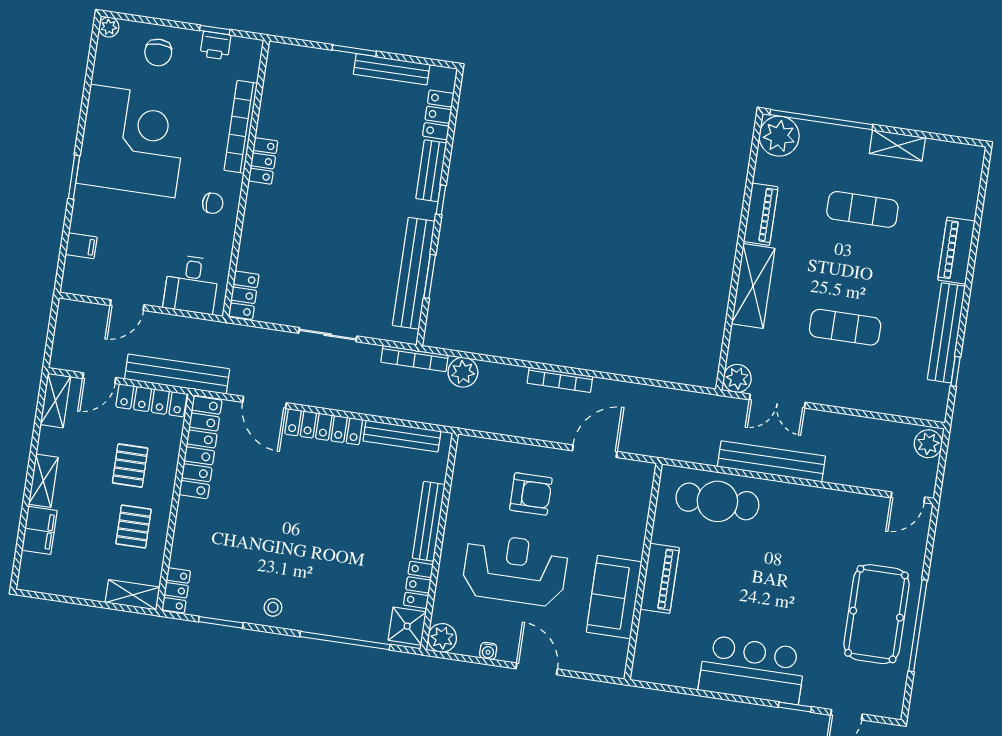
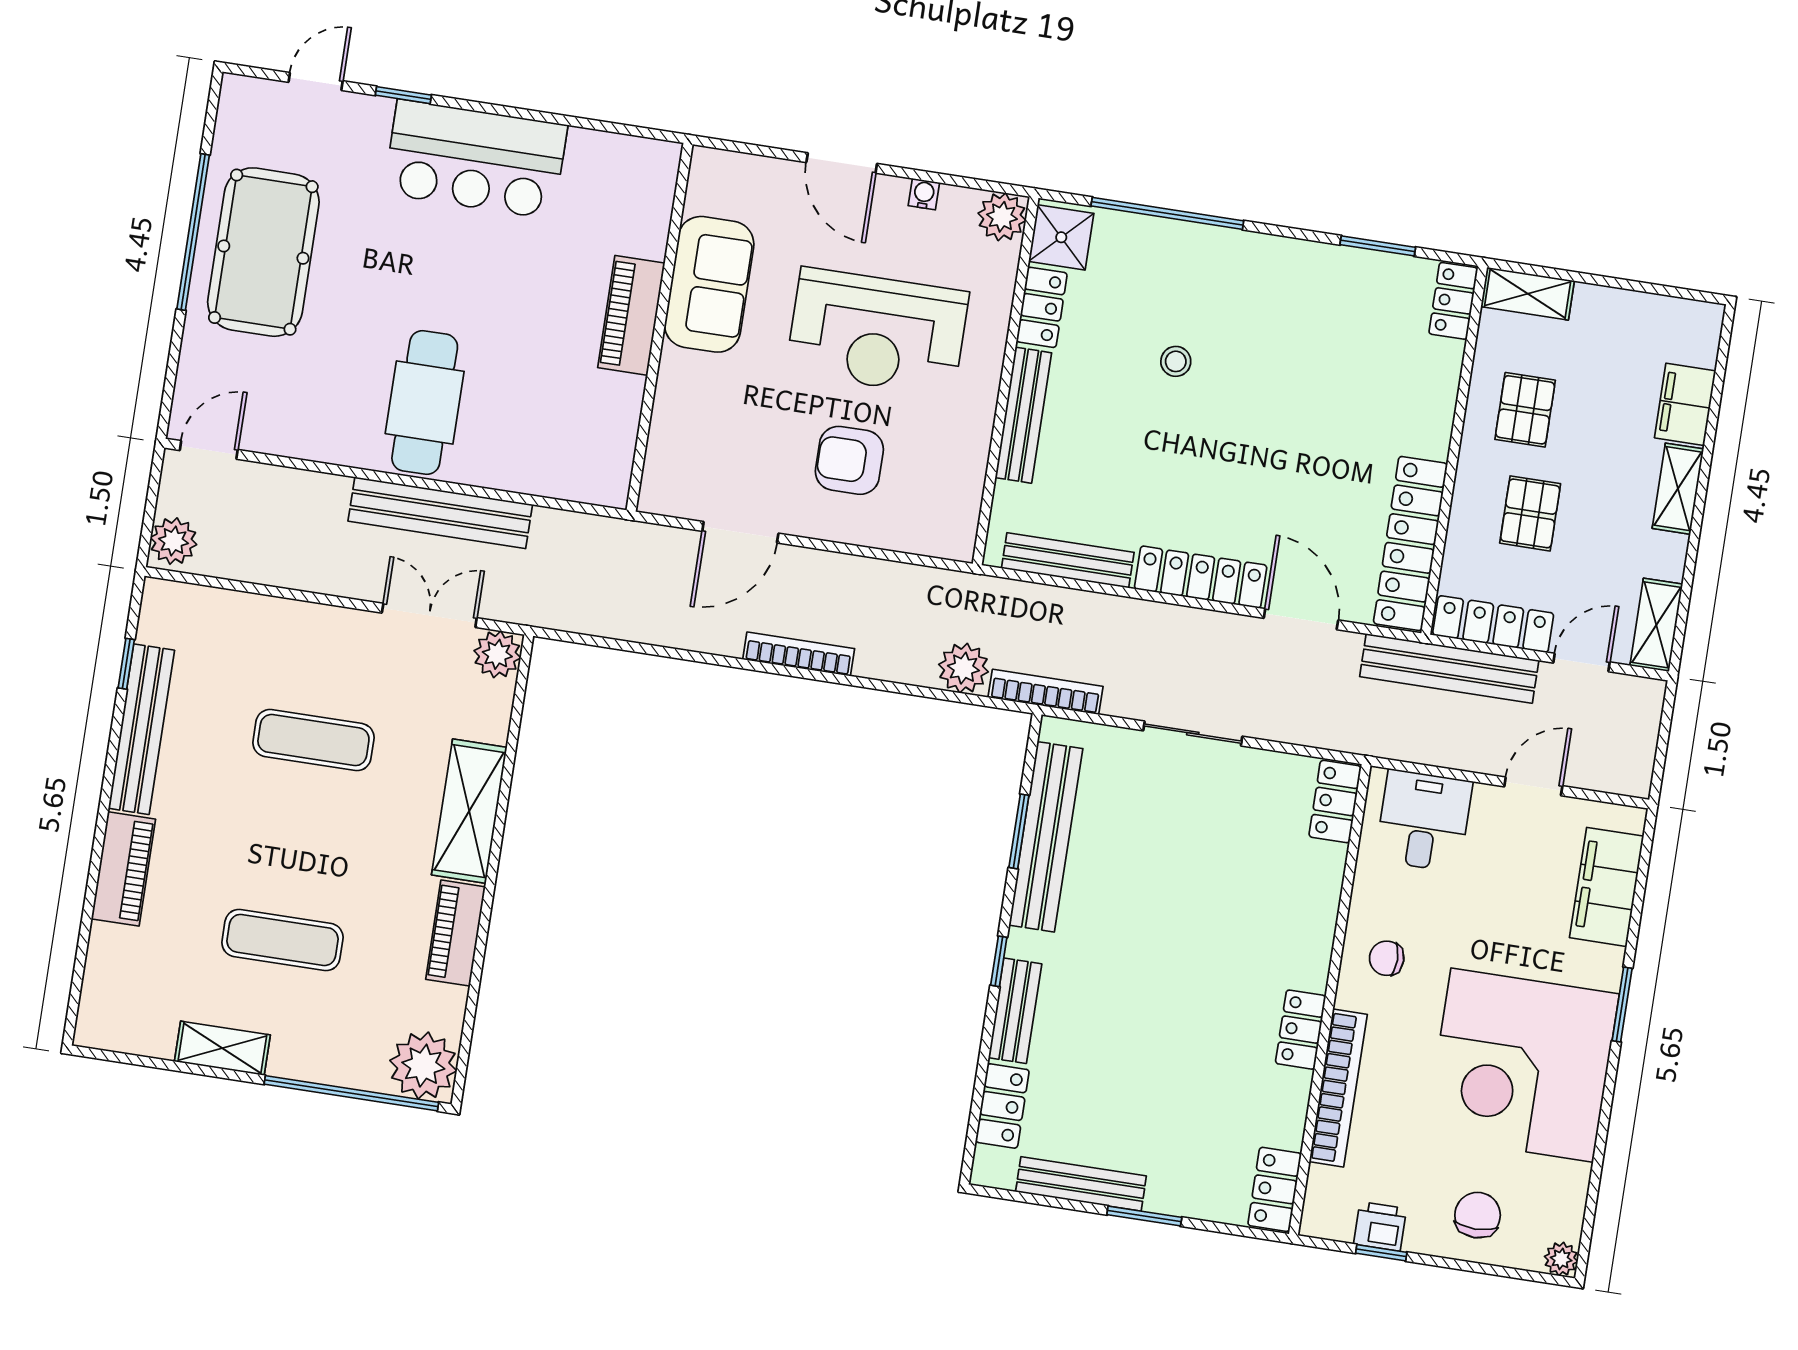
locker: (278, 67) -> (1275, 1189), added
filing cabinet: (81, 246) -> (1607, 887), width x3.00, depth x1.17
cafe table: (717, 501) -> (425, 403), moved, turned 90
stool: (273, 607) -> (1176, 361), moved

